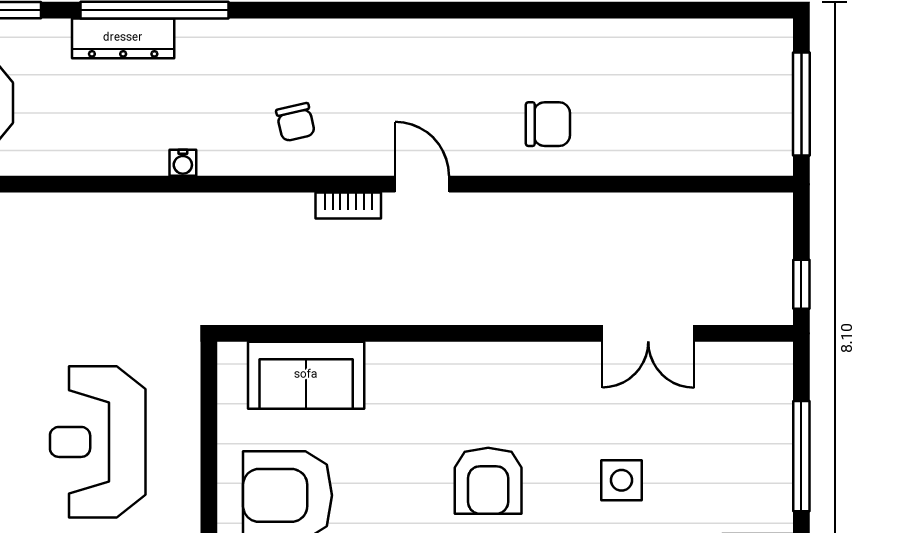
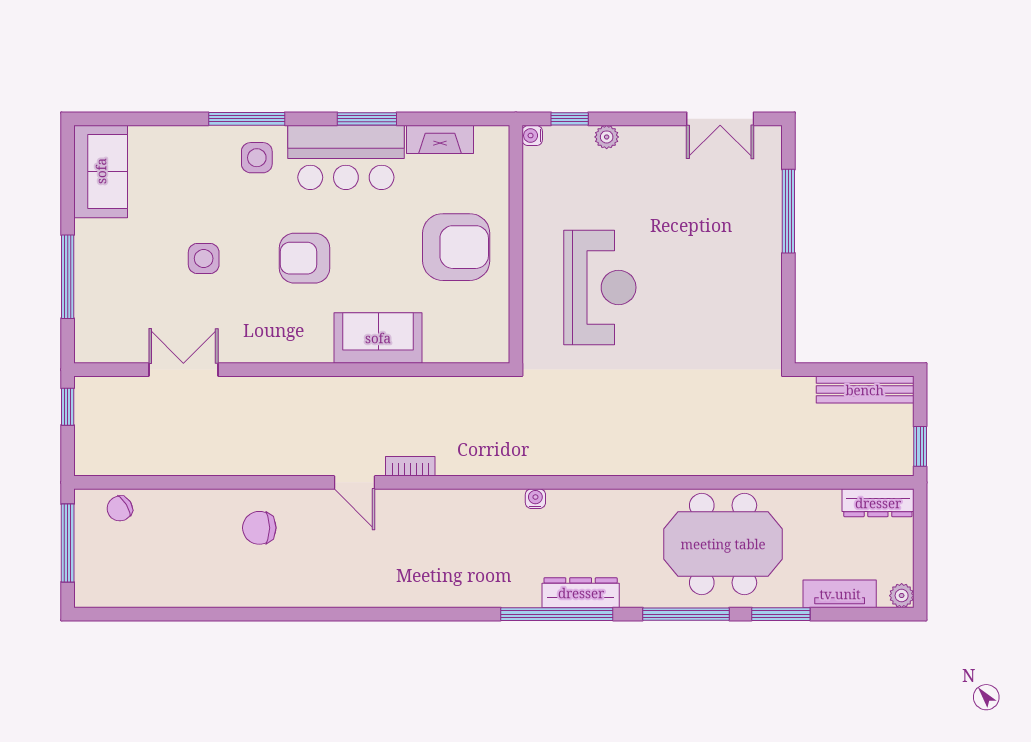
chair: (296, 122) -> (120, 509), moved, turned -109
sofa: (306, 375) -> (378, 338), moved
armchair: (488, 481) -> (305, 258), turned -90

